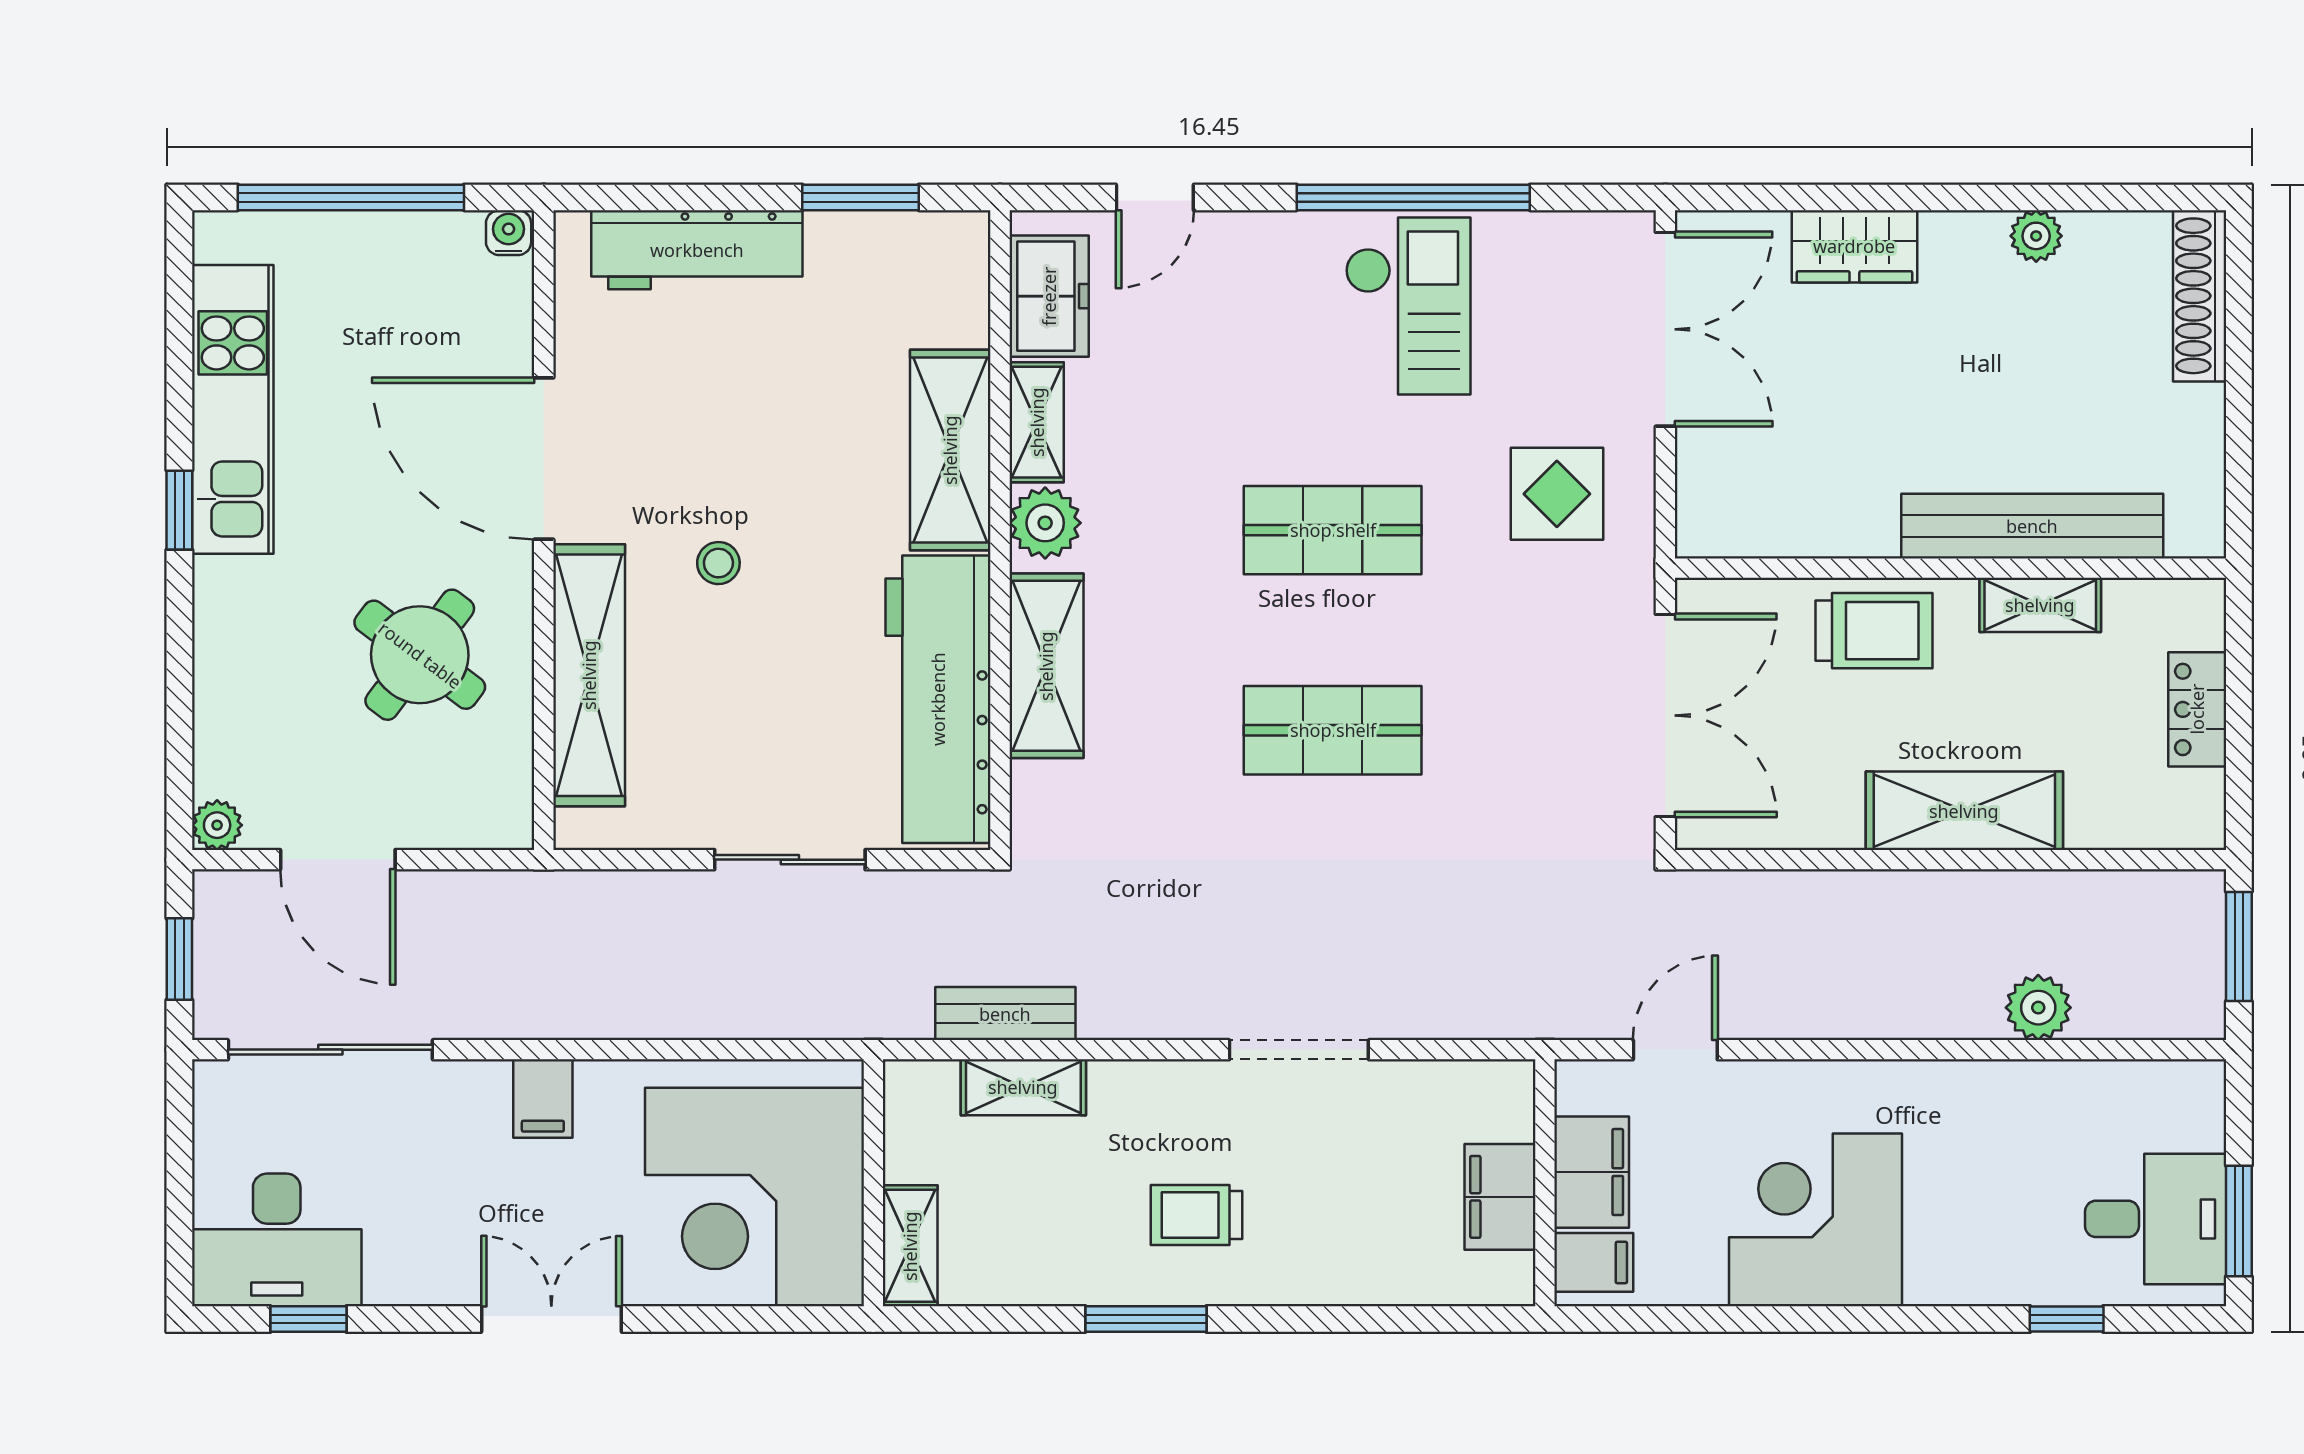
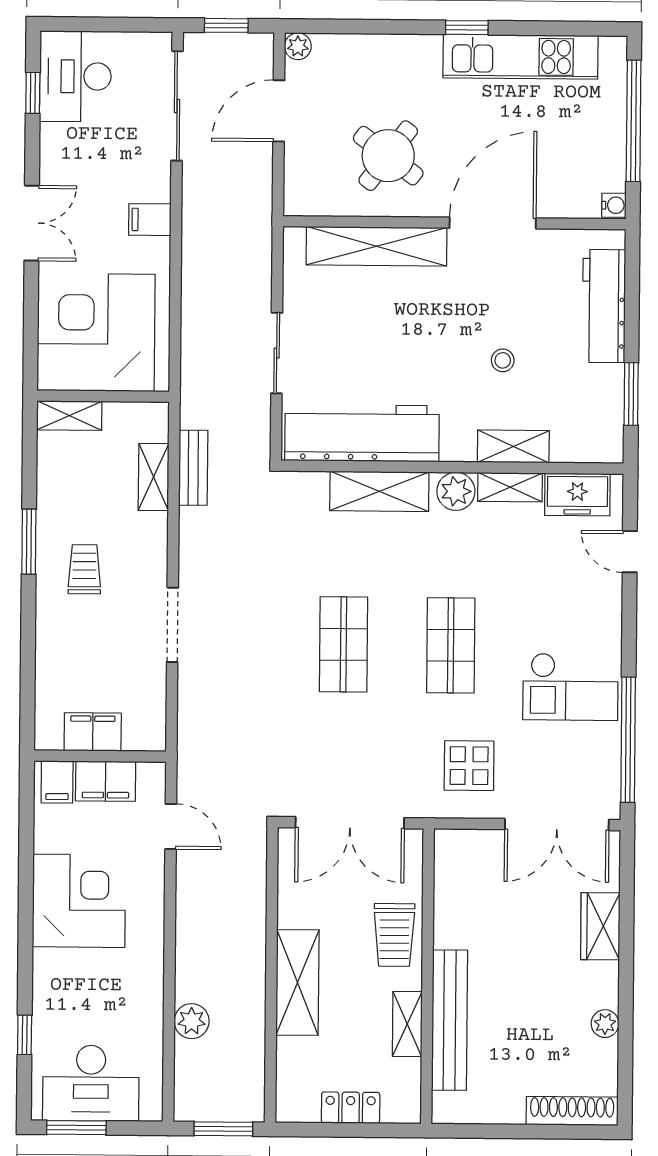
window: (1413, 197) -> (628, 740), moved
shelving: (950, 450) -> (513, 446), width x0.67, depth x0.75
stool: (718, 563) -> (503, 360), moved
desk: (2156, 1219) -> (91, 1083), width x1.37

